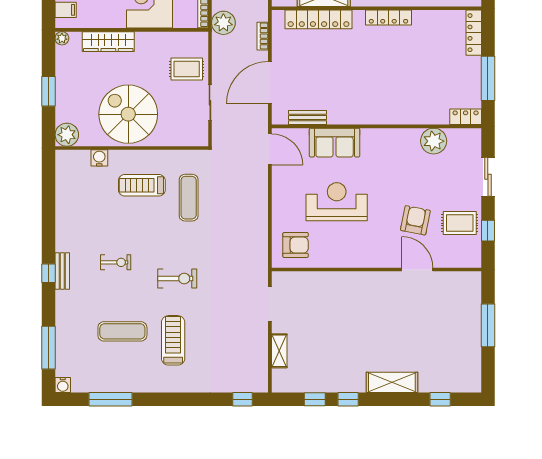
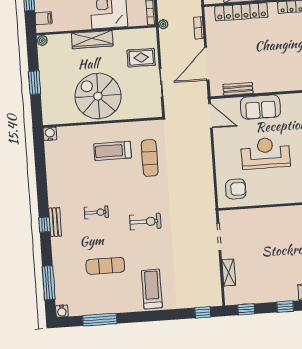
plant: (223, 23) -> (163, 24), width x0.53, depth x0.53
wardrobe: (108, 42) -> (92, 40), moved
plant: (67, 135) -> (51, 116), removed
water cooler: (99, 158) -> (50, 134), moved
treadmill: (173, 340) -> (152, 289), moved
window: (315, 399) -> (246, 309), moved

